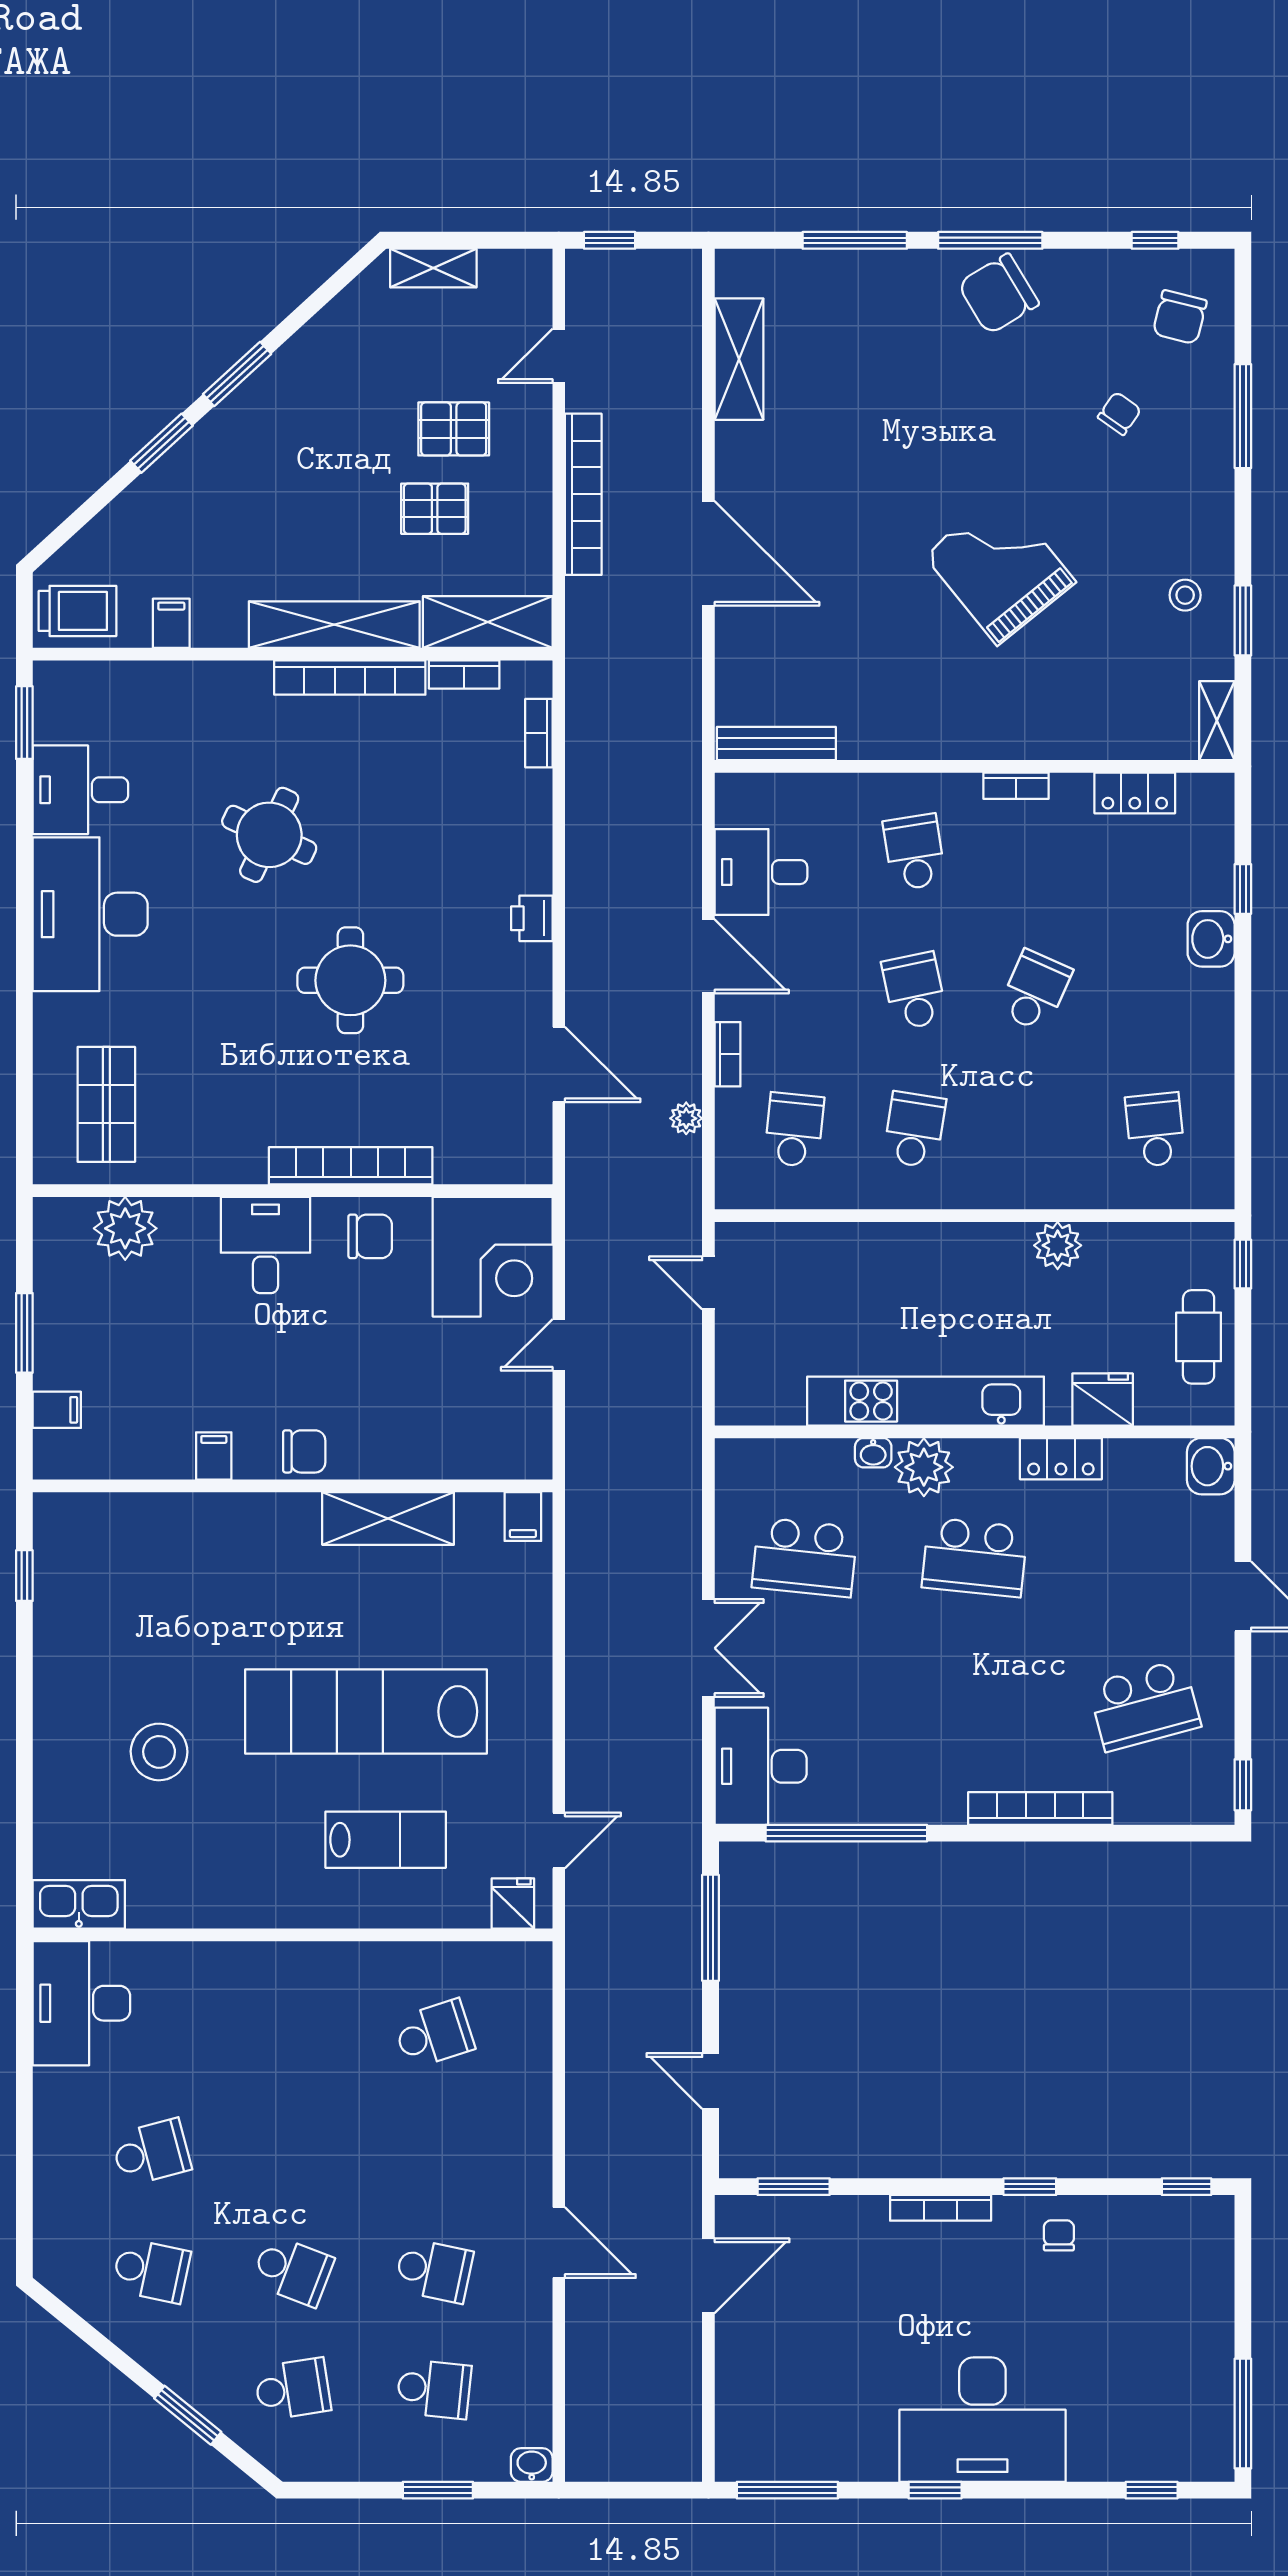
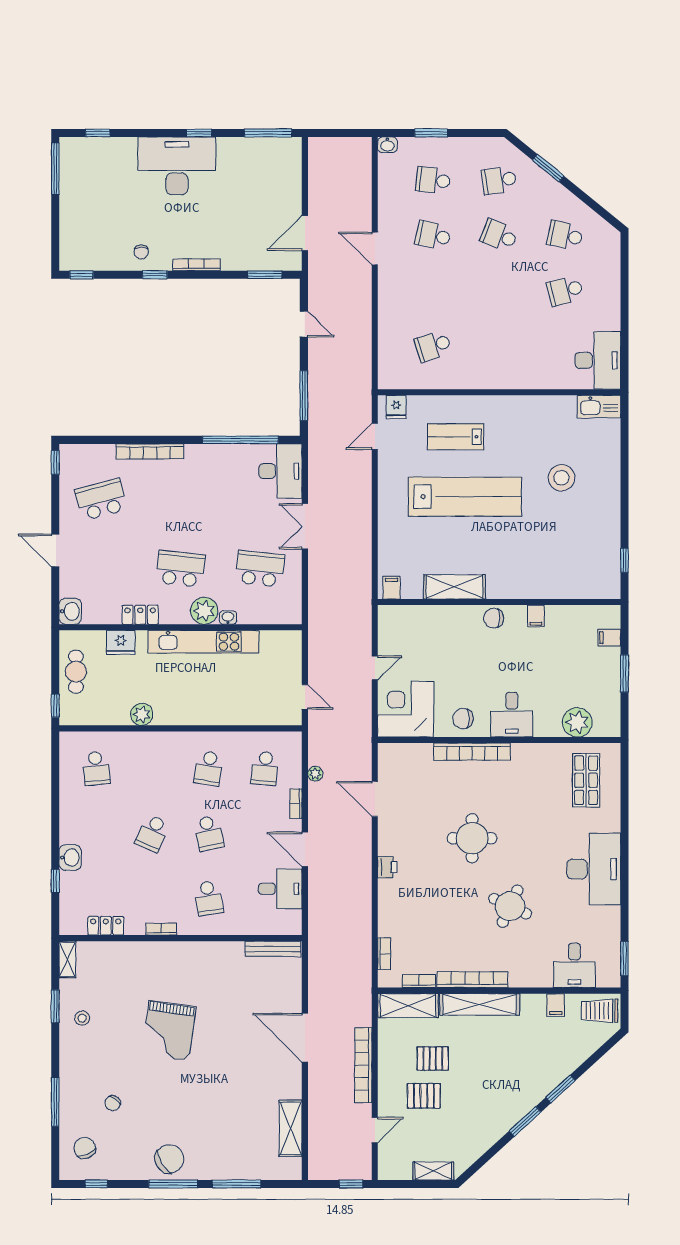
chair: (1180, 317) -> (85, 1148), turned -36
grand piano: (1000, 568) -> (169, 1031), turned 47
desk: (80, 790) -> (574, 965), moved, turned 90

